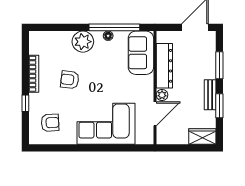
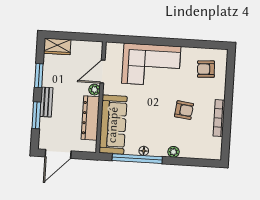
plant: (83, 42) -> (173, 152), width x0.53, depth x0.53
sofa: (141, 53) -> (113, 125), width x1.36
bench: (210, 95) -> (46, 102), moved
window: (25, 103) -> (229, 90), removed

